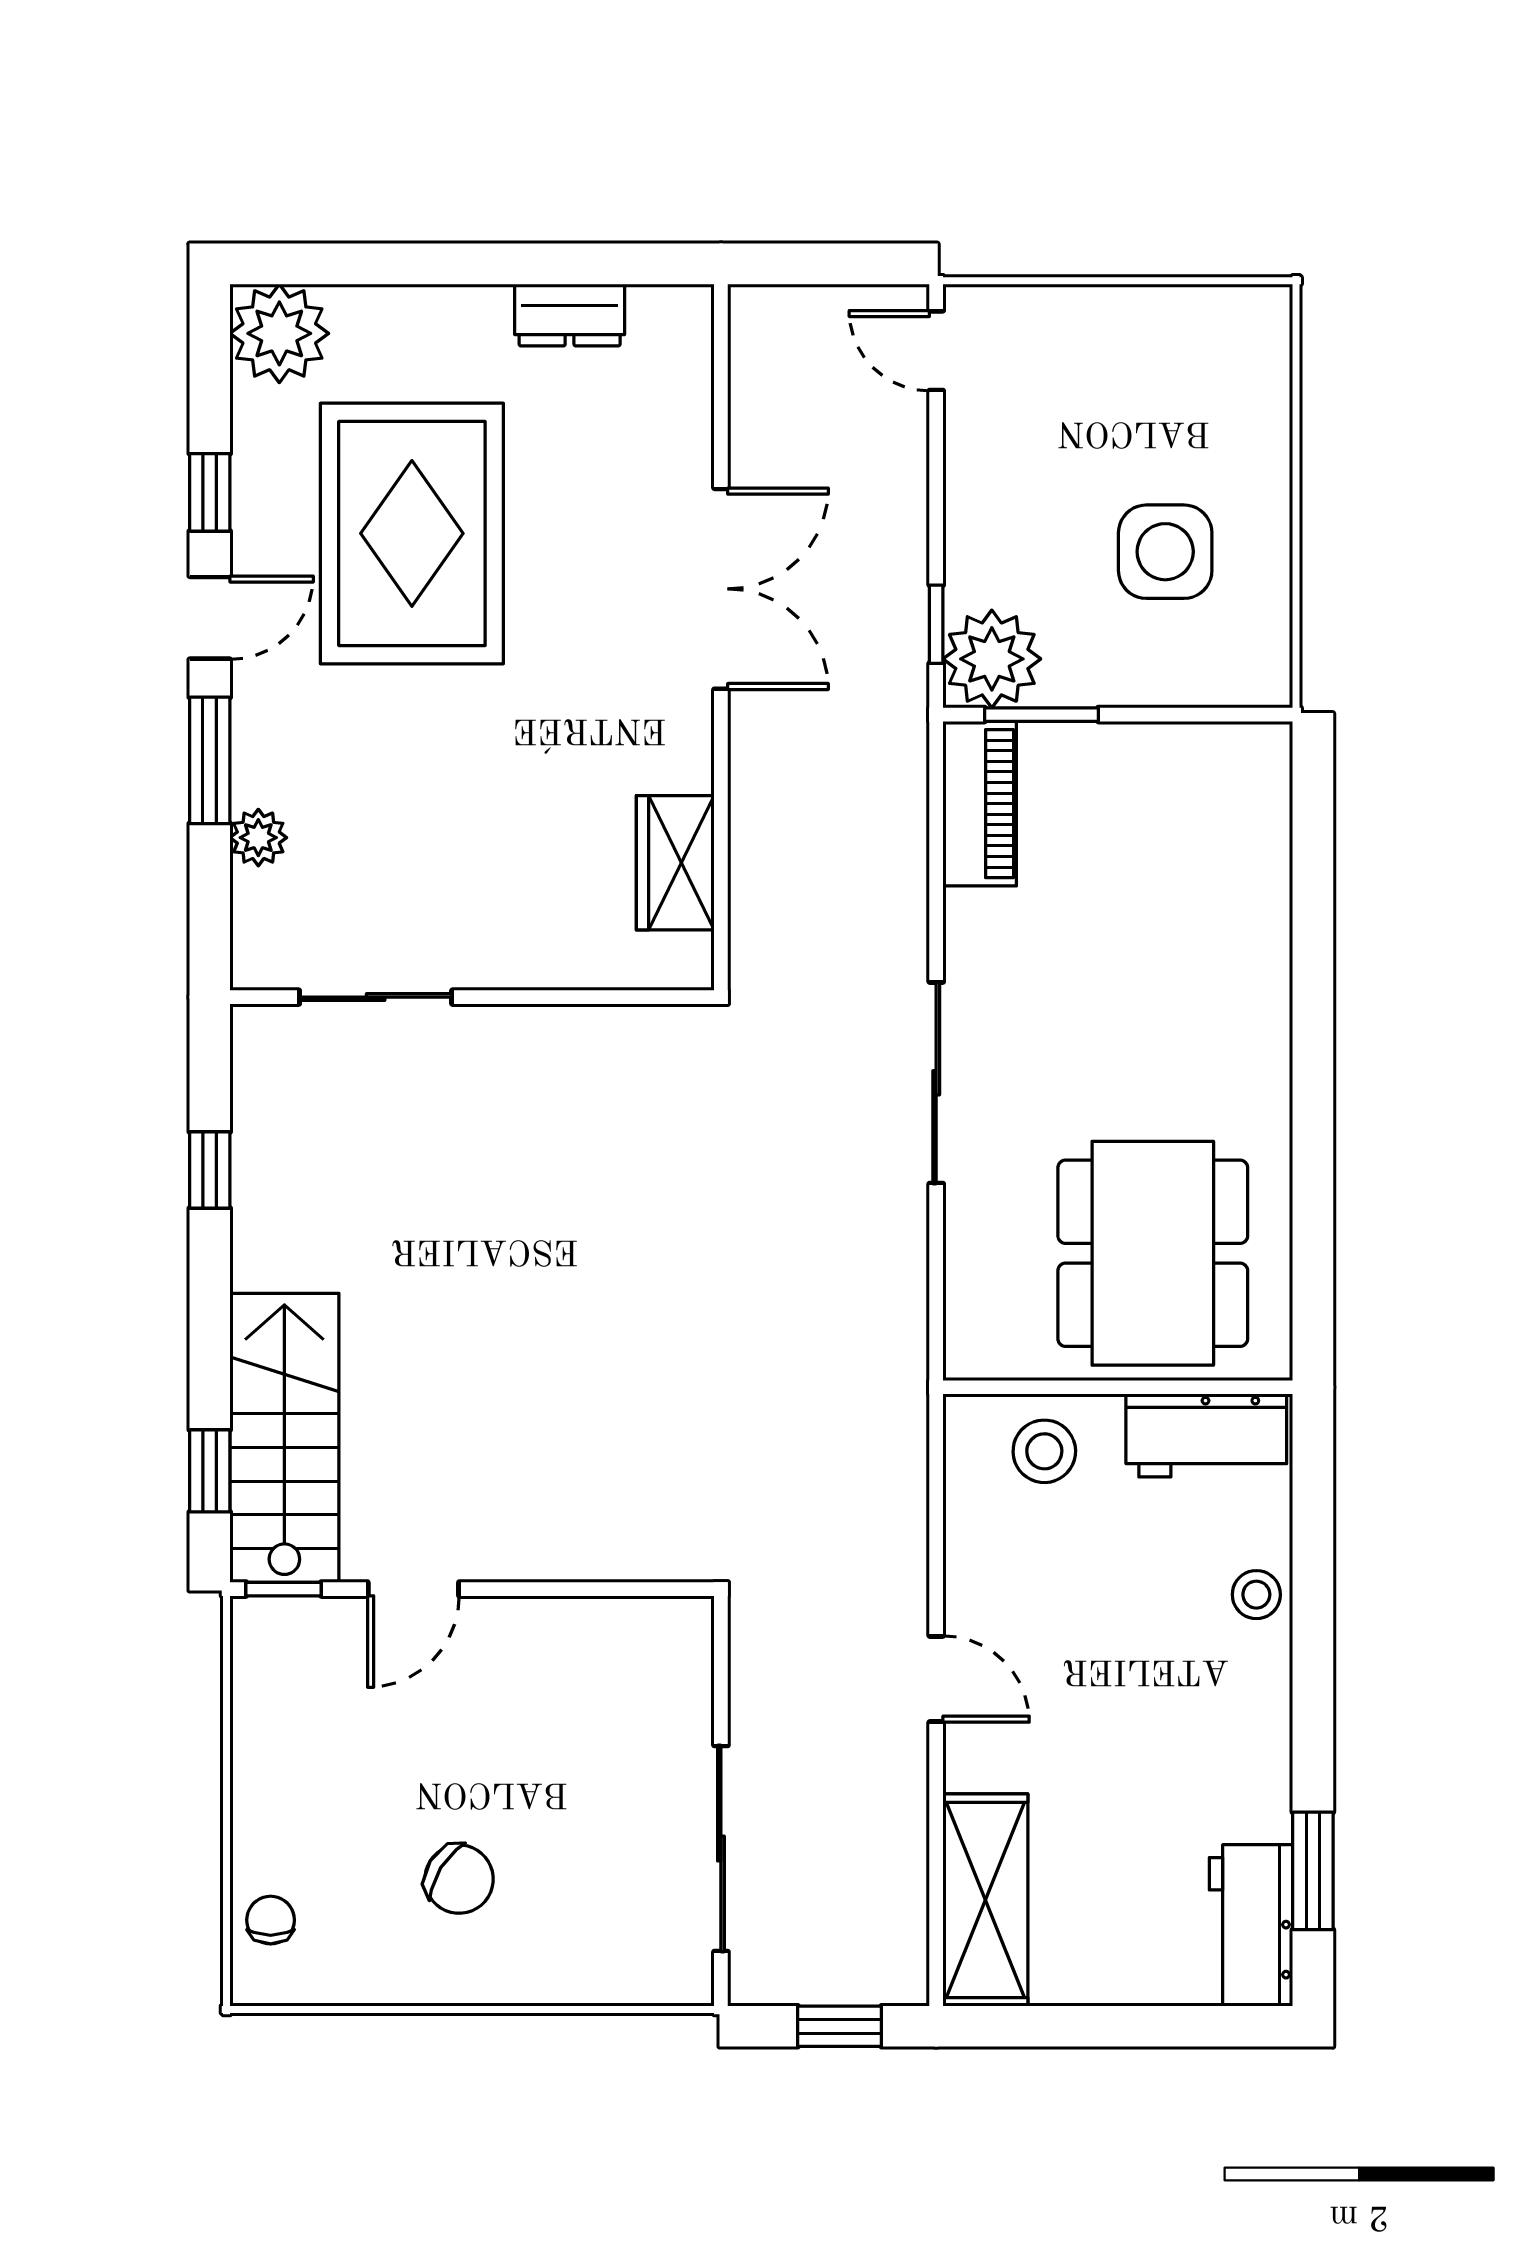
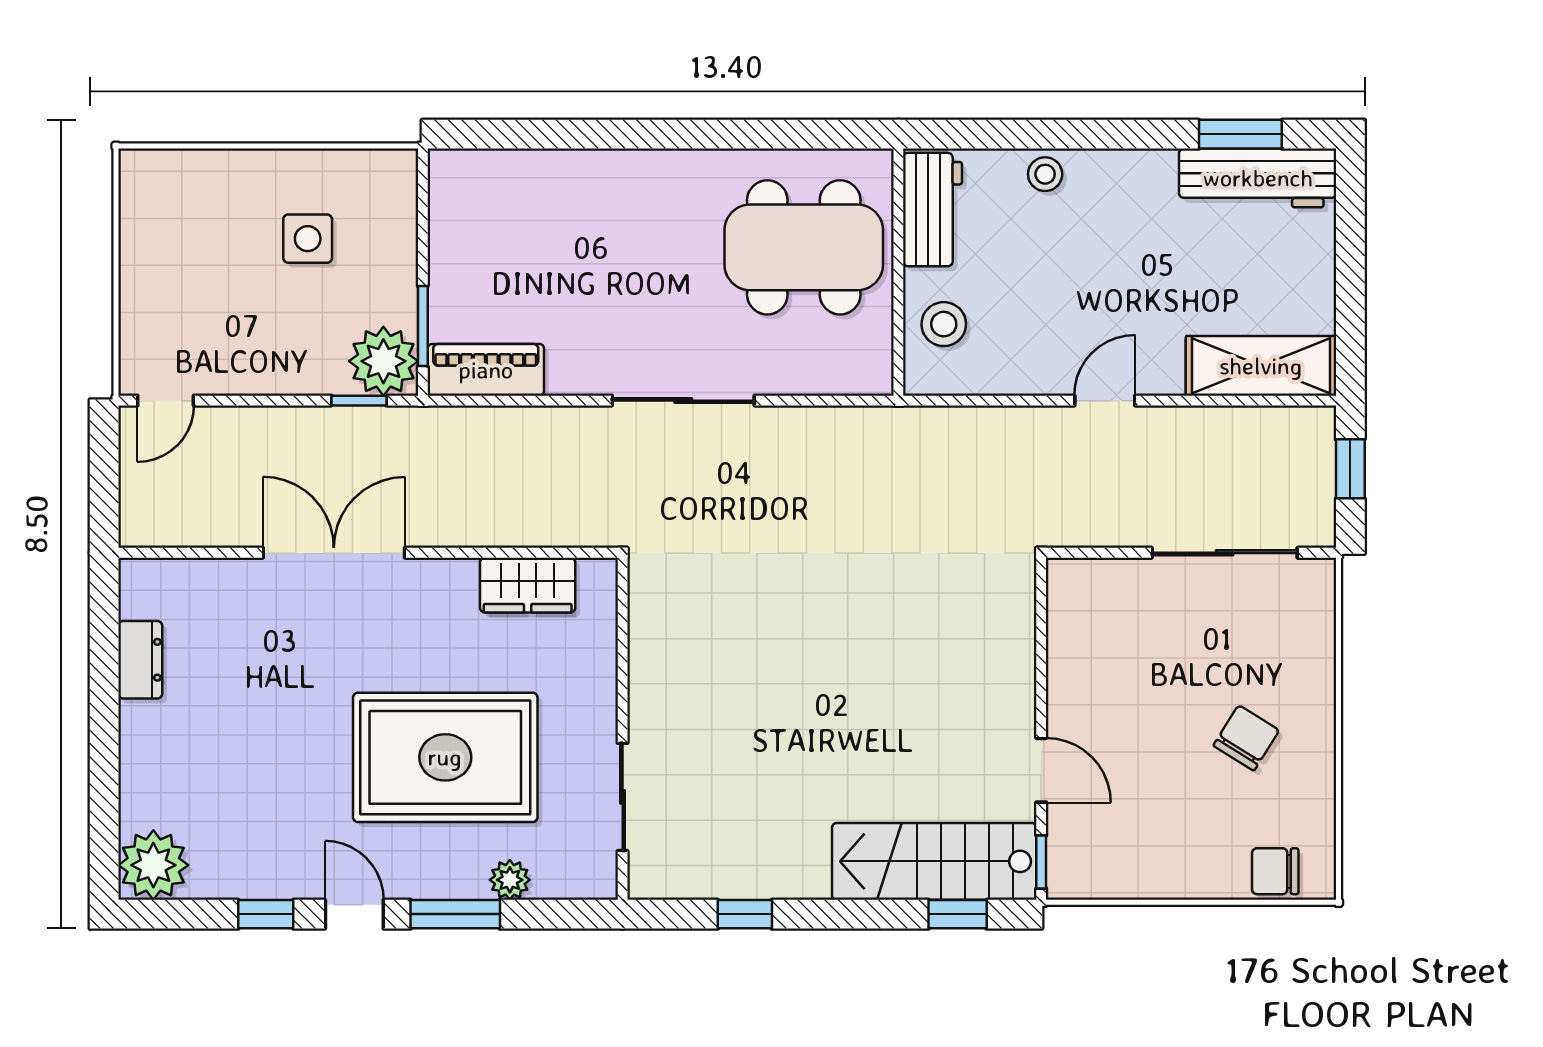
rug: (412, 533) -> (445, 757), moved
side table: (1165, 552) -> (308, 239), width x0.73, depth x0.73
chair: (271, 1920) -> (1275, 871), width x1.37, depth x1.37
workbench: (1251, 1925) -> (1258, 178), width x1.38

